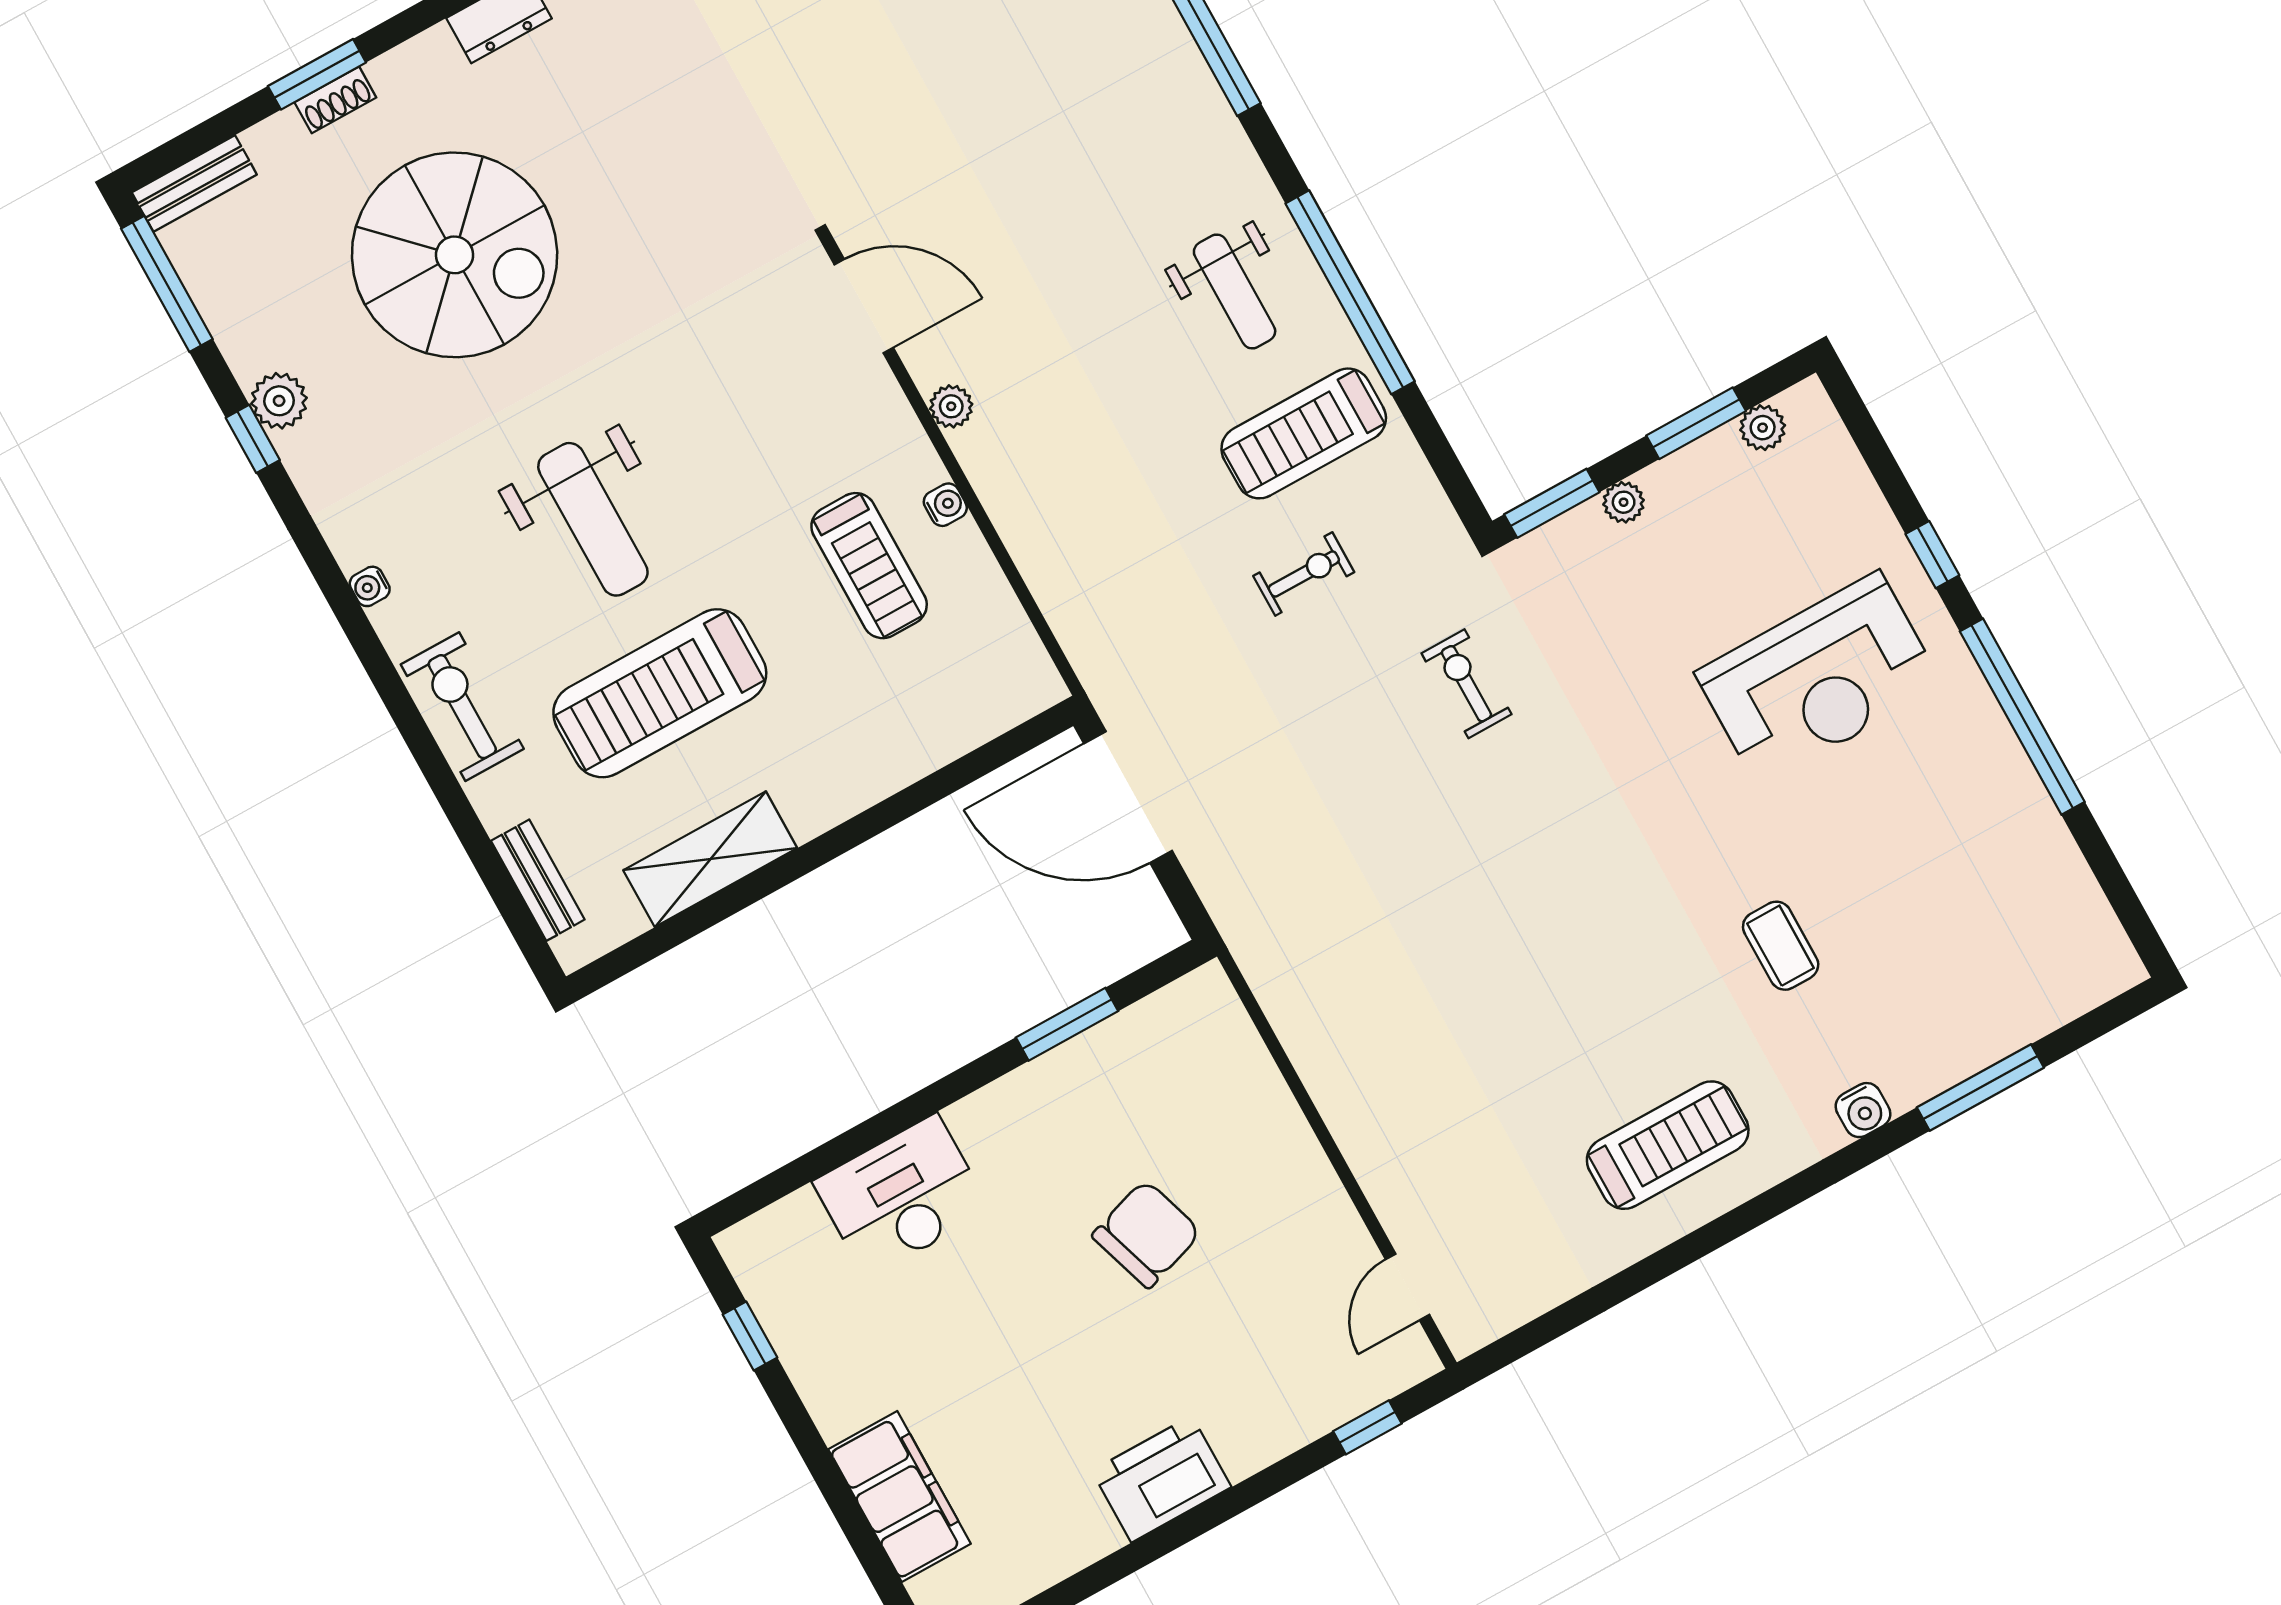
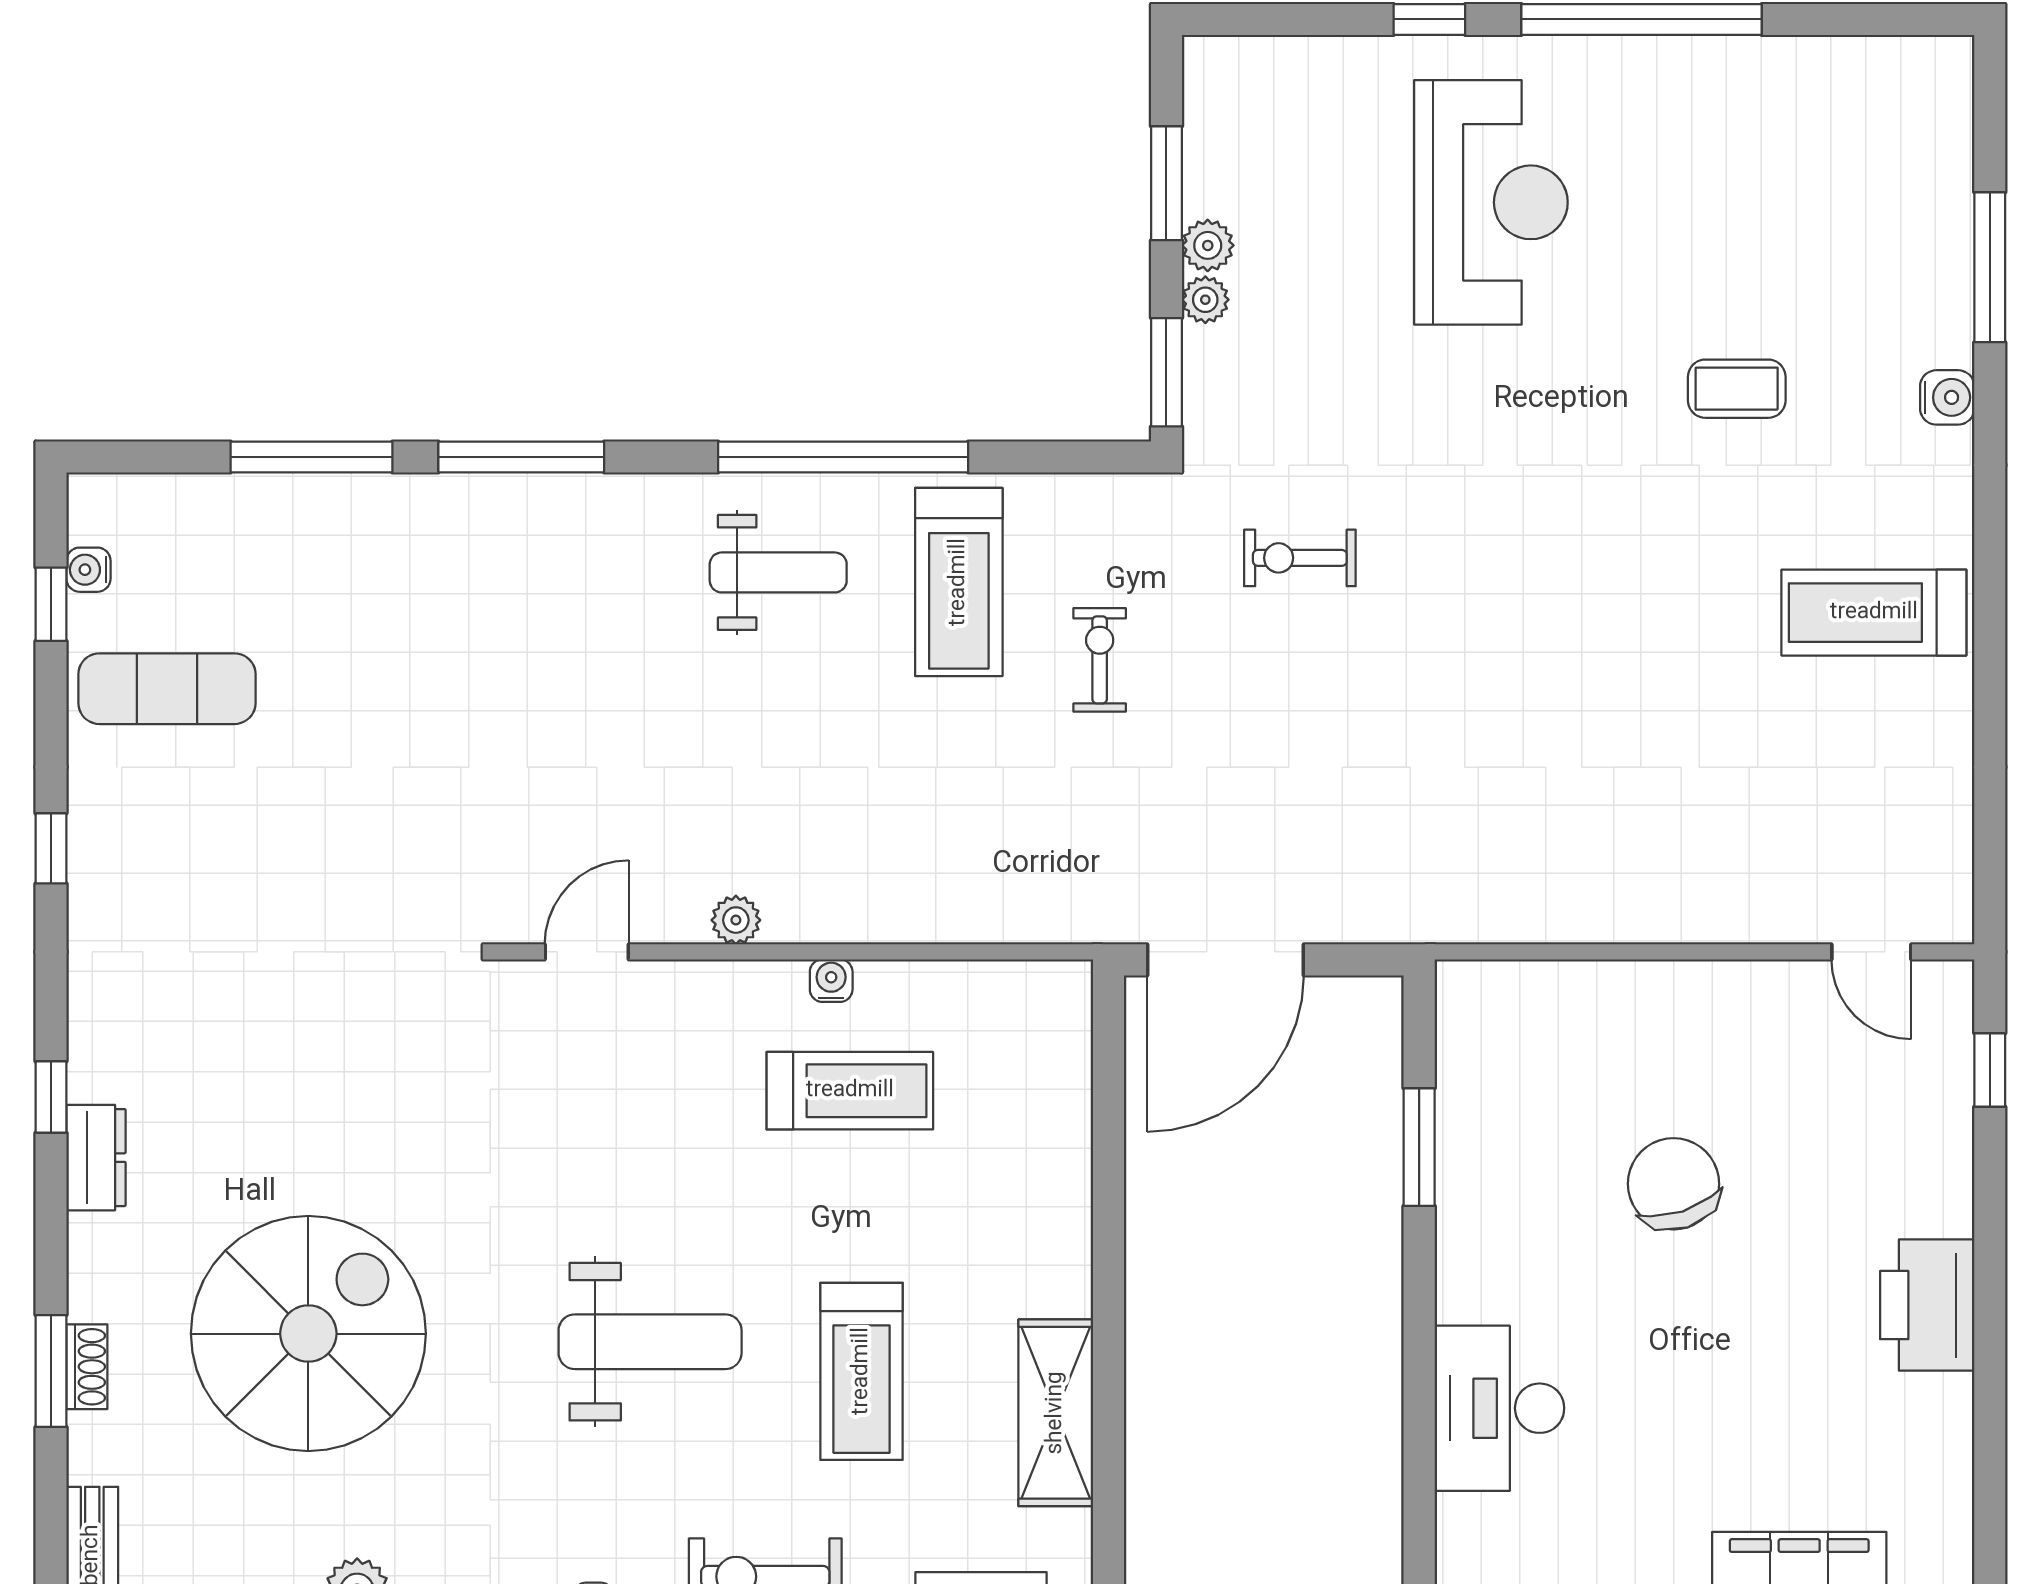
door: (864, 306) -> (587, 952), width x0.73
plant: (1763, 428) -> (1208, 245), moved
treadmill: (660, 693) -> (862, 1371), width x0.73, depth x0.73
treadmill: (1668, 1145) -> (1874, 613), turned -90

